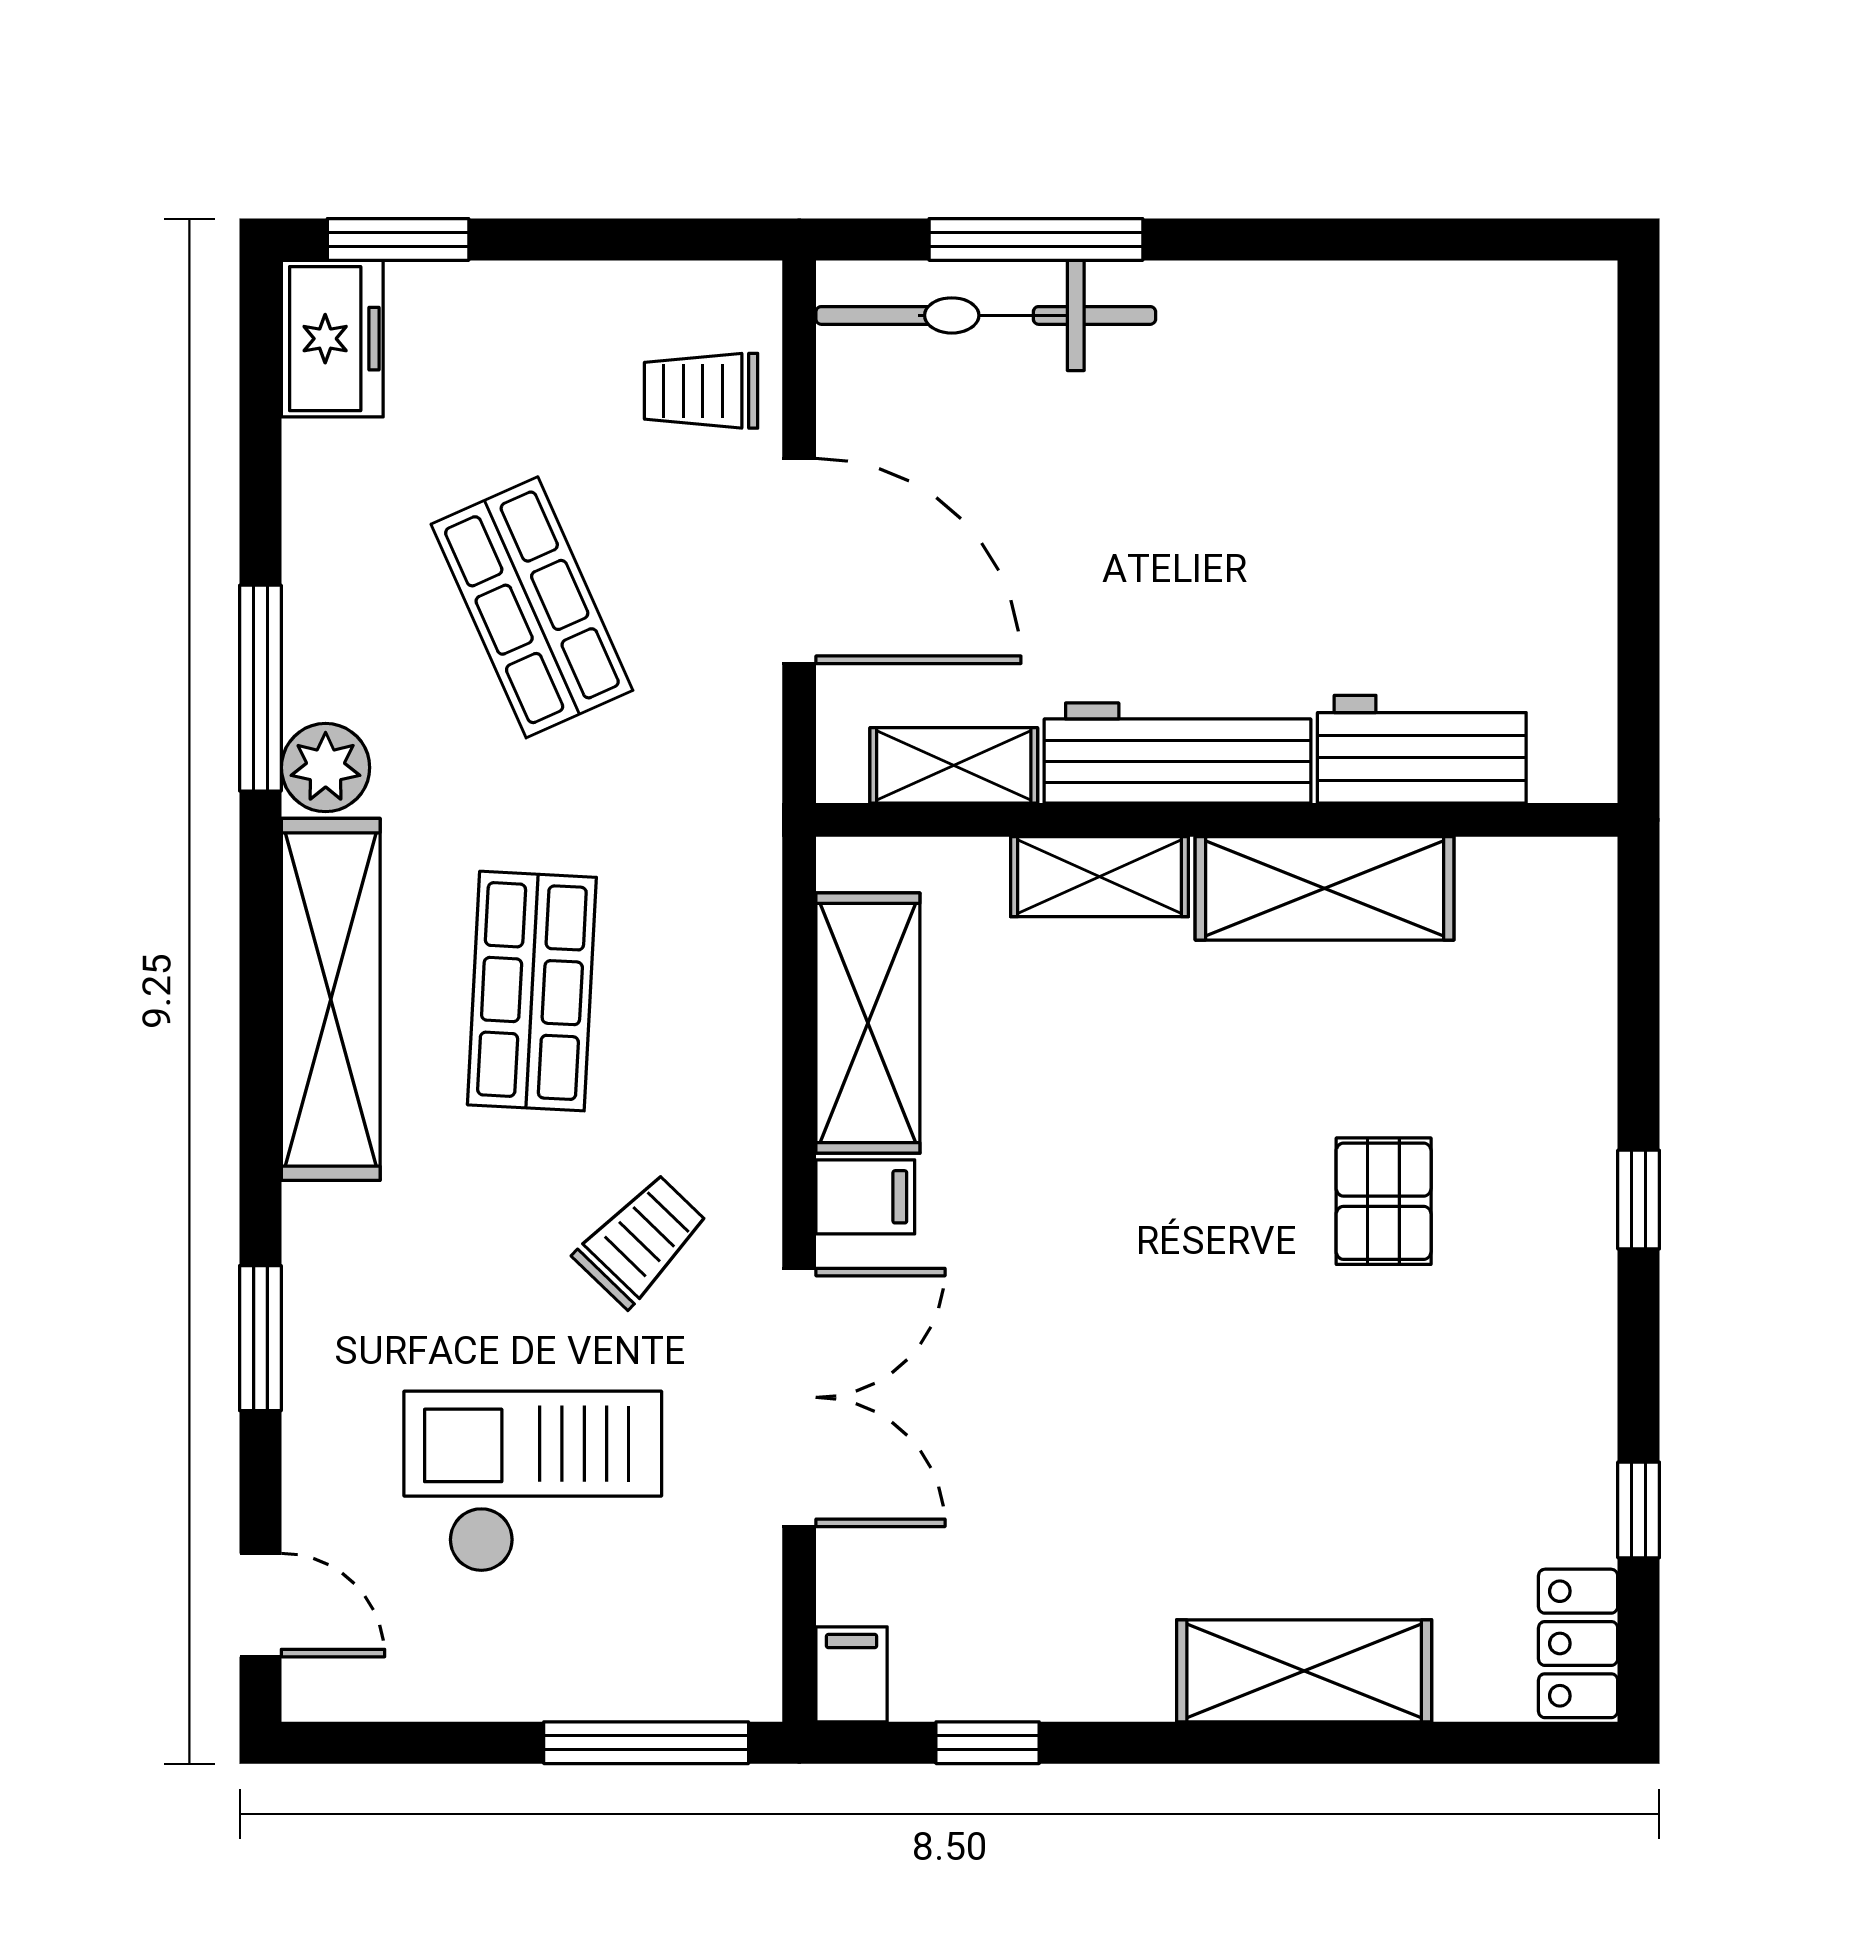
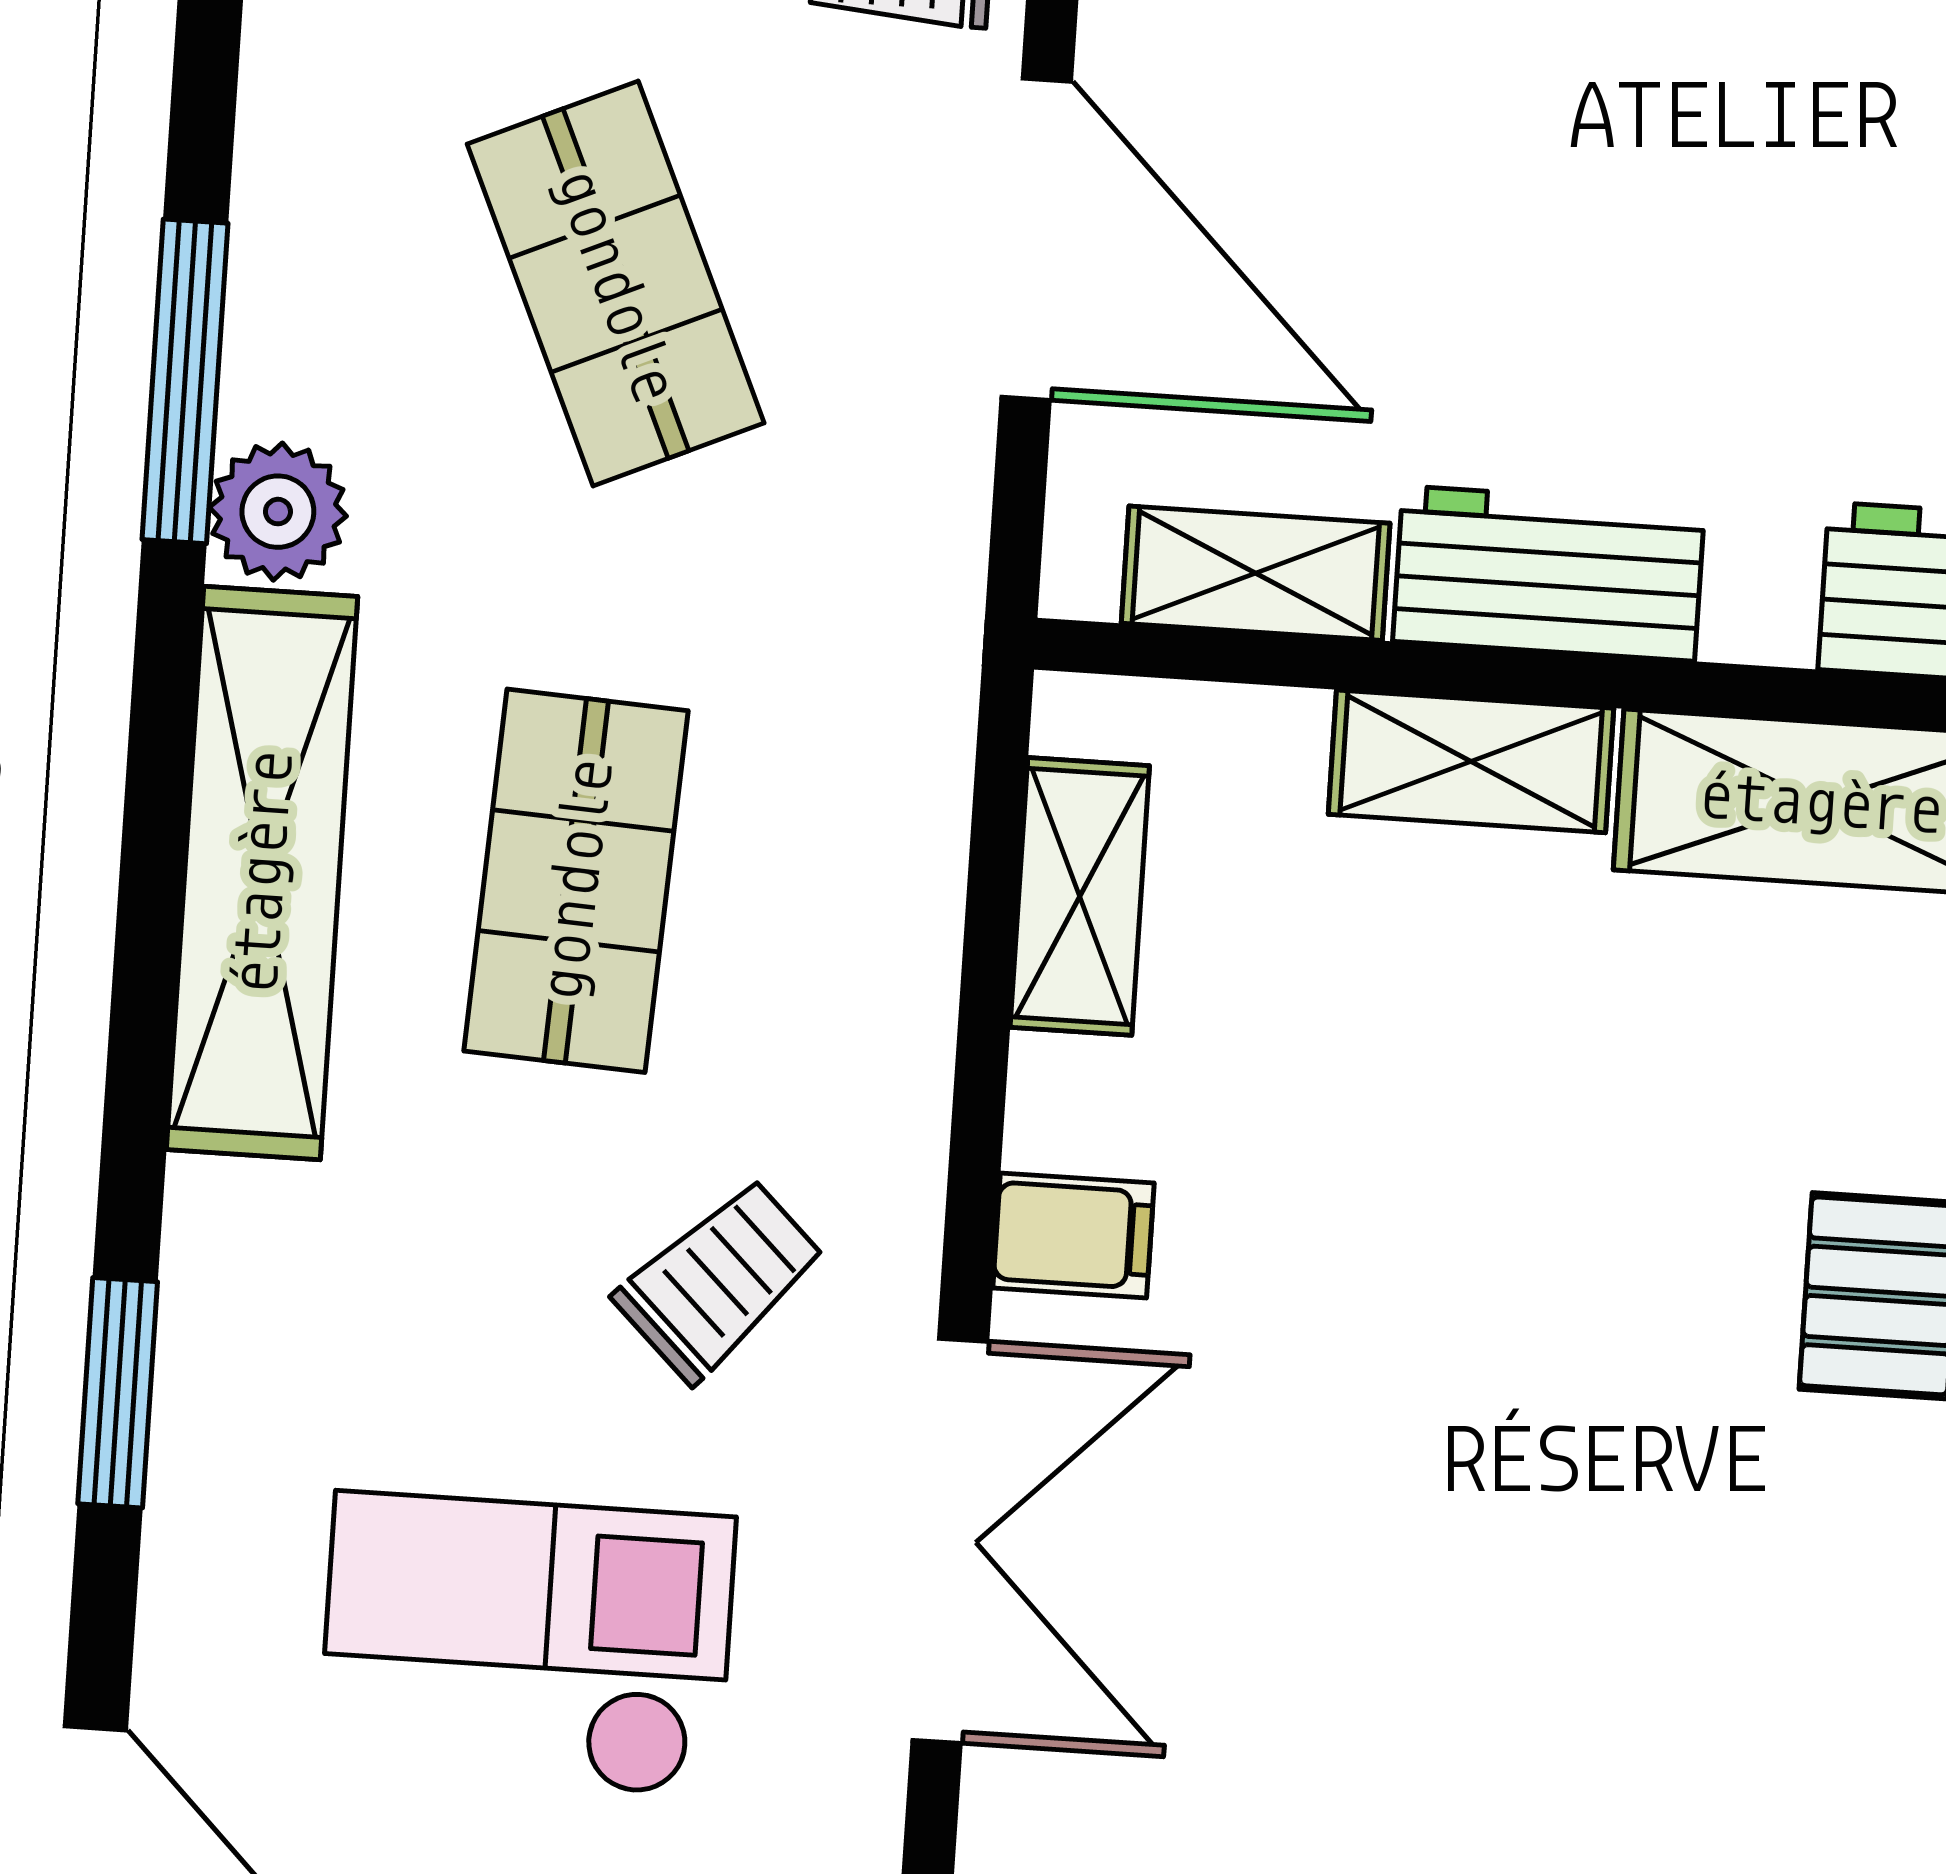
workbench: (1178, 753) -> (1549, 573), width x0.73
shelving: (868, 1023) -> (1080, 896), width x0.67, depth x0.75

